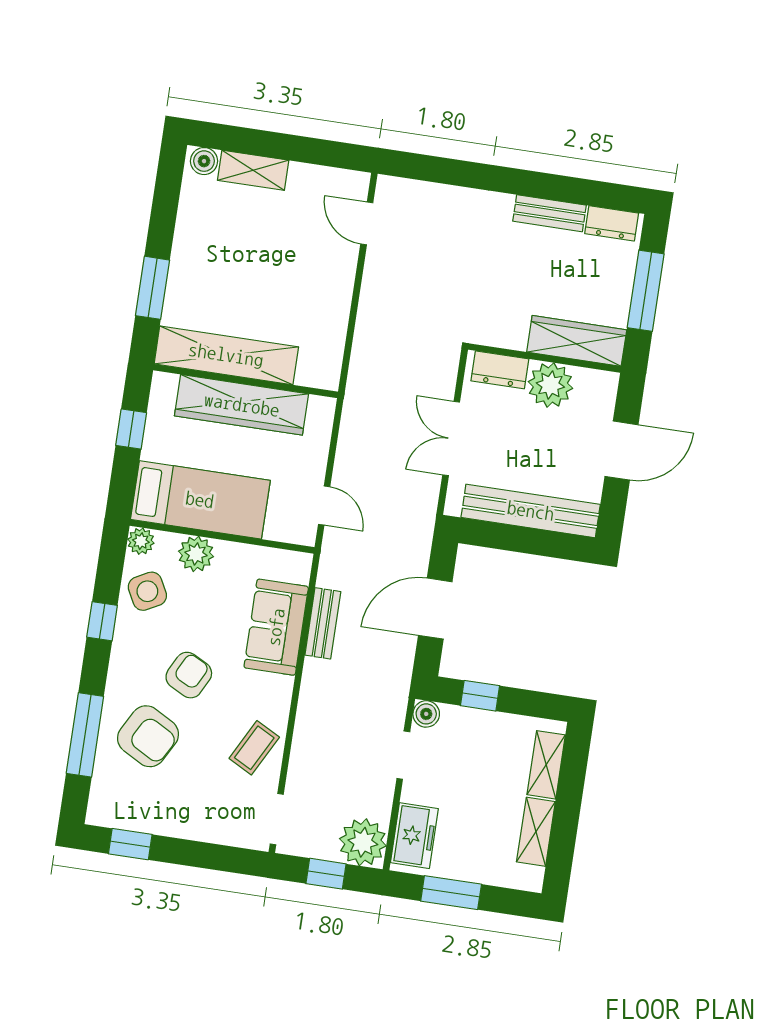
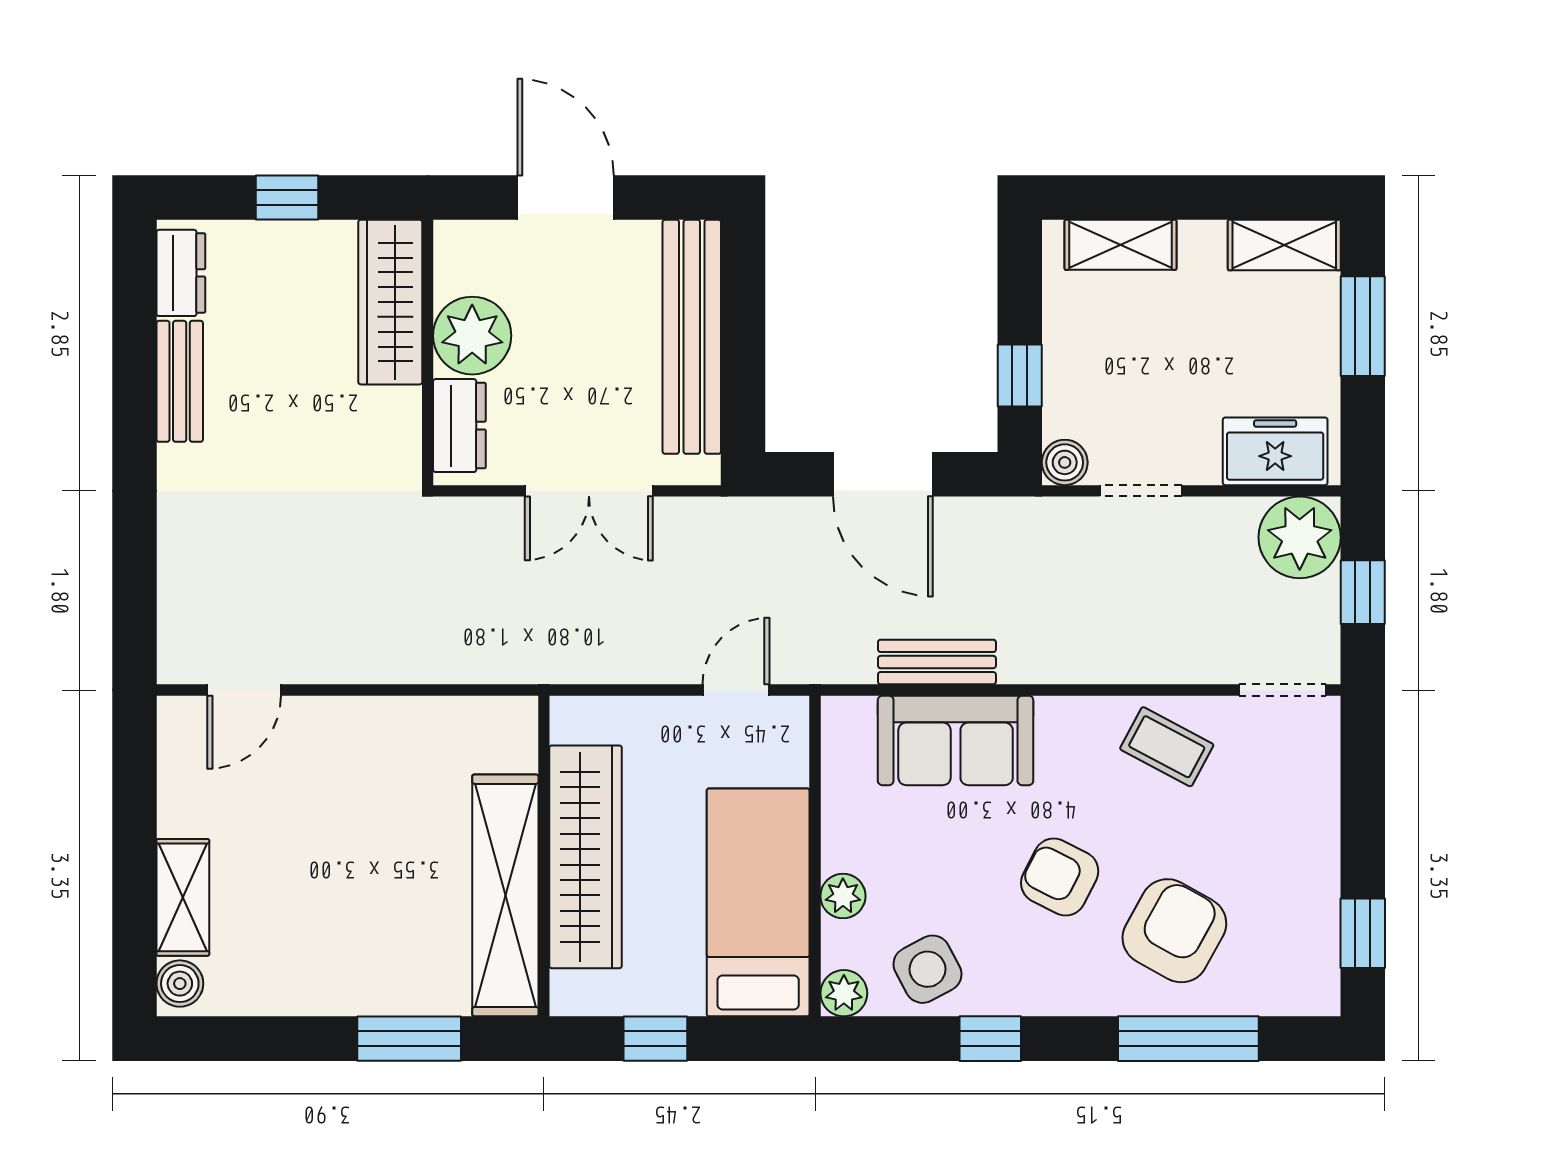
window: (646, 291) -> (287, 198), width x0.46
plant: (196, 554) -> (843, 896), width x0.73, depth x0.73
shelving: (536, 832) -> (1284, 245), moved
window: (451, 893) -> (1363, 326), moved

